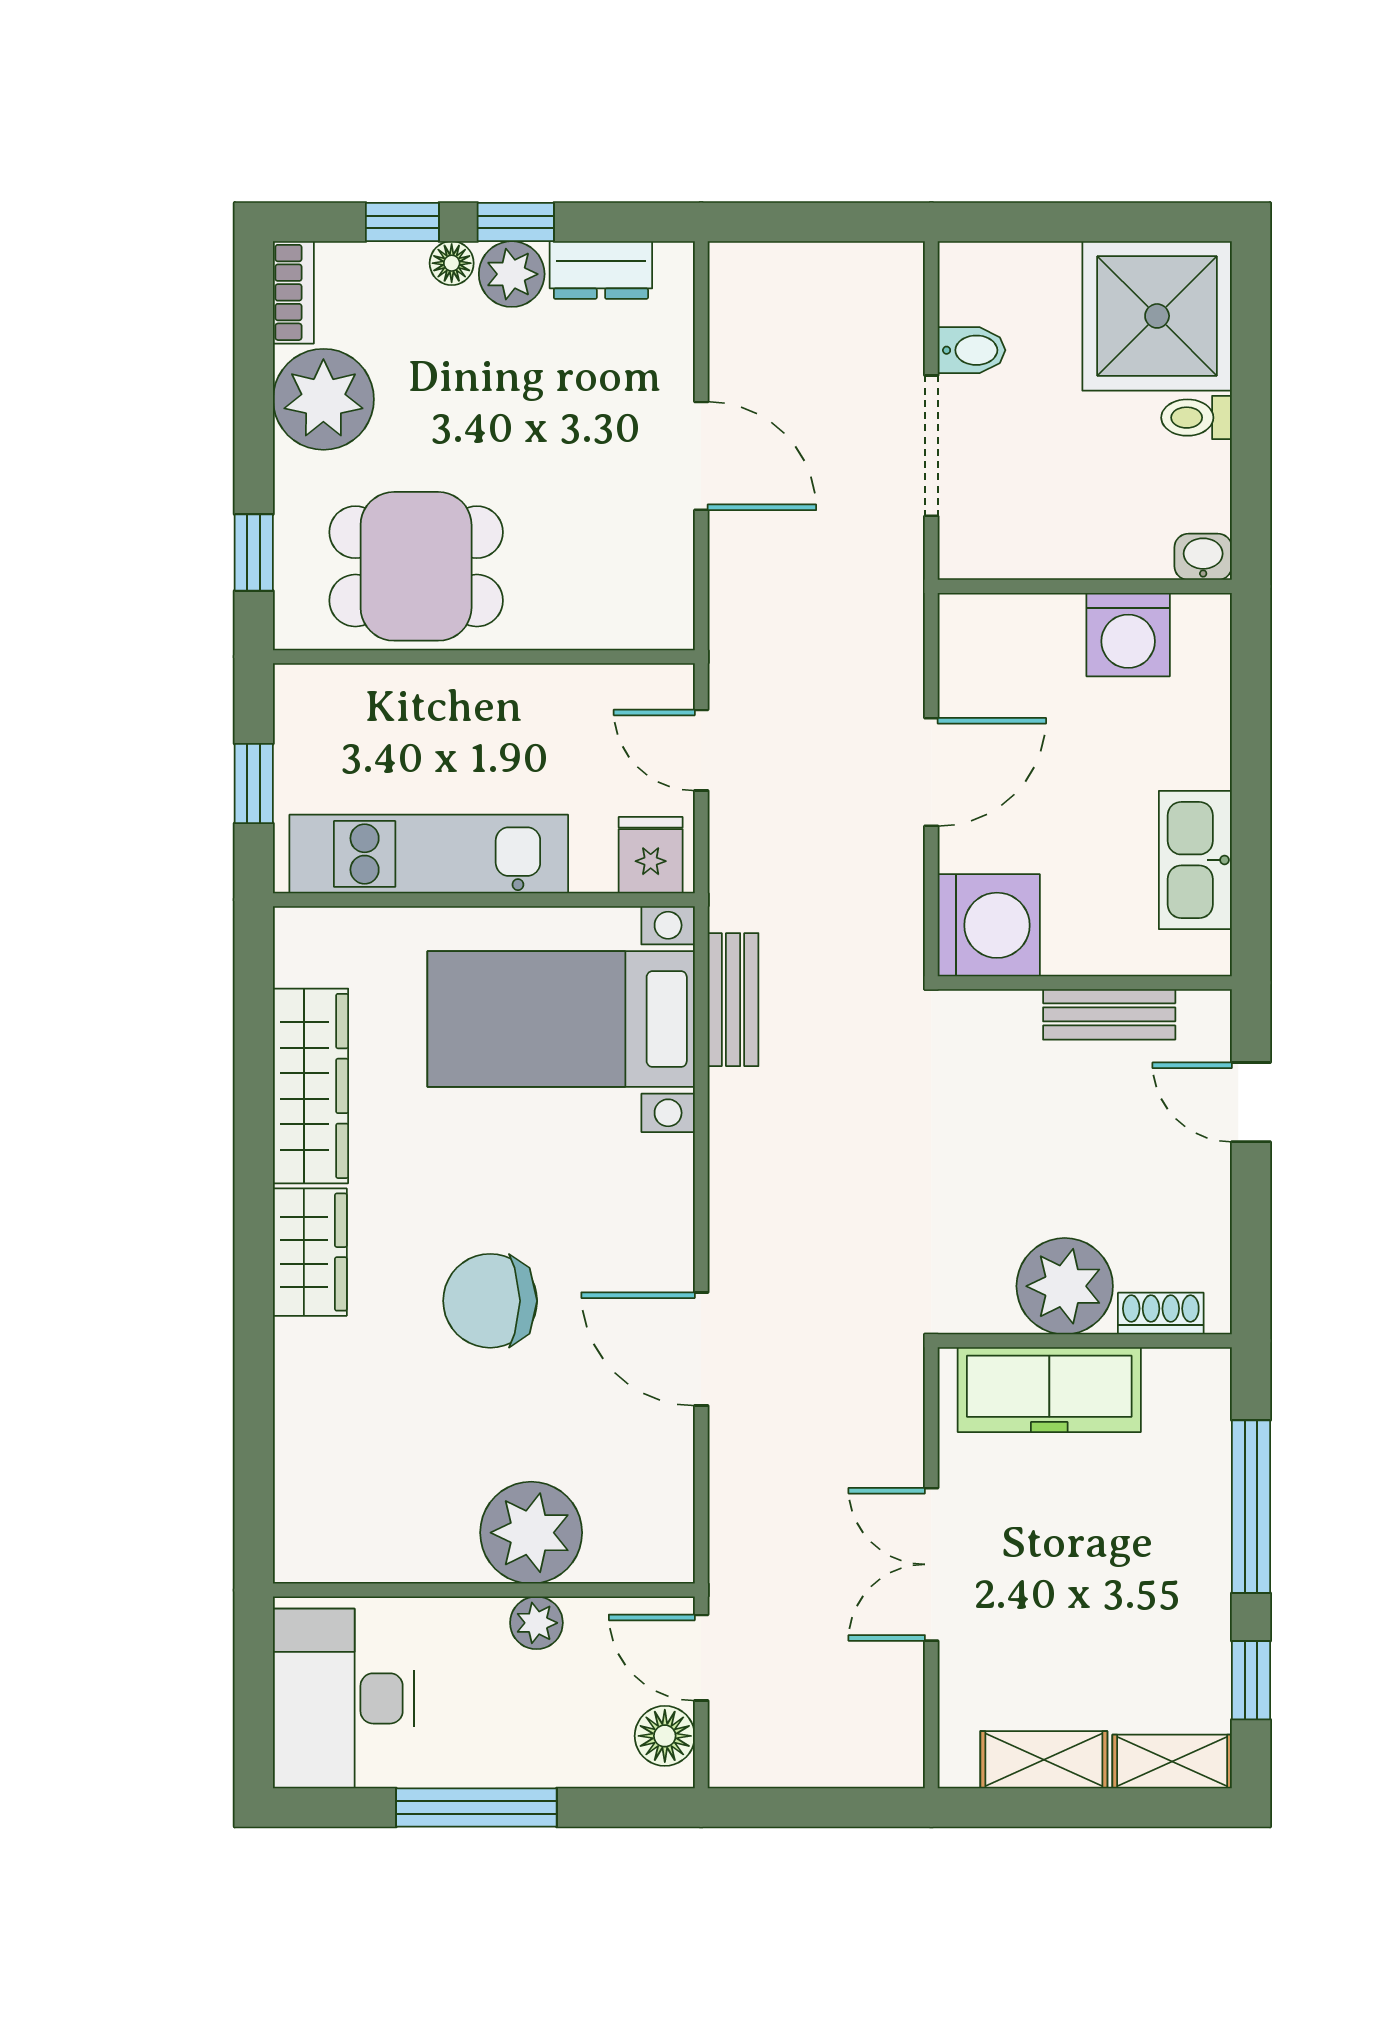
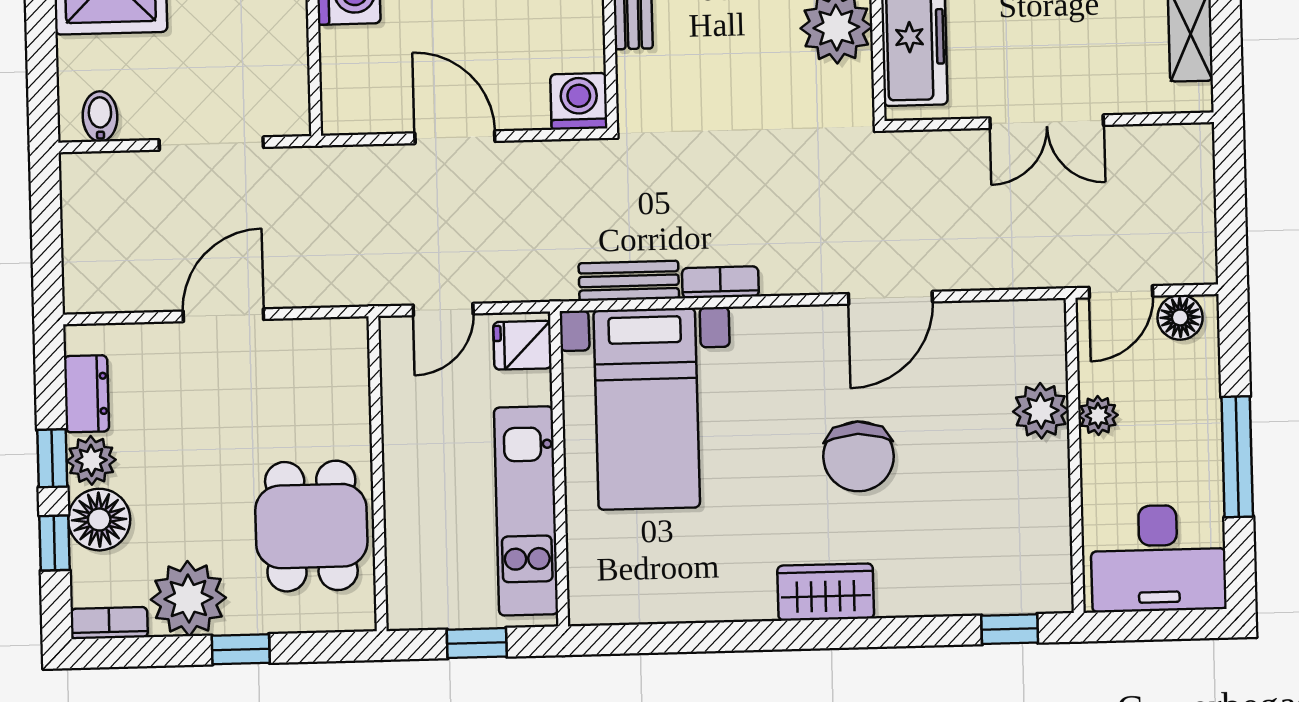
floor lamp: (452, 263) -> (99, 520), width x1.89, depth x1.89
bidet: (972, 350) -> (100, 116), moved
window: (254, 552) -> (241, 649), moved
washing machine: (989, 925) -> (579, 101), width x0.73, depth x0.73
wardrobe: (311, 1086) -> (702, 595), removed
bookcase: (728, 1122) -> (720, 282), added
window: (254, 1497) -> (1010, 629), added
plant: (531, 1533) -> (1041, 411), width x0.73, depth x0.73

